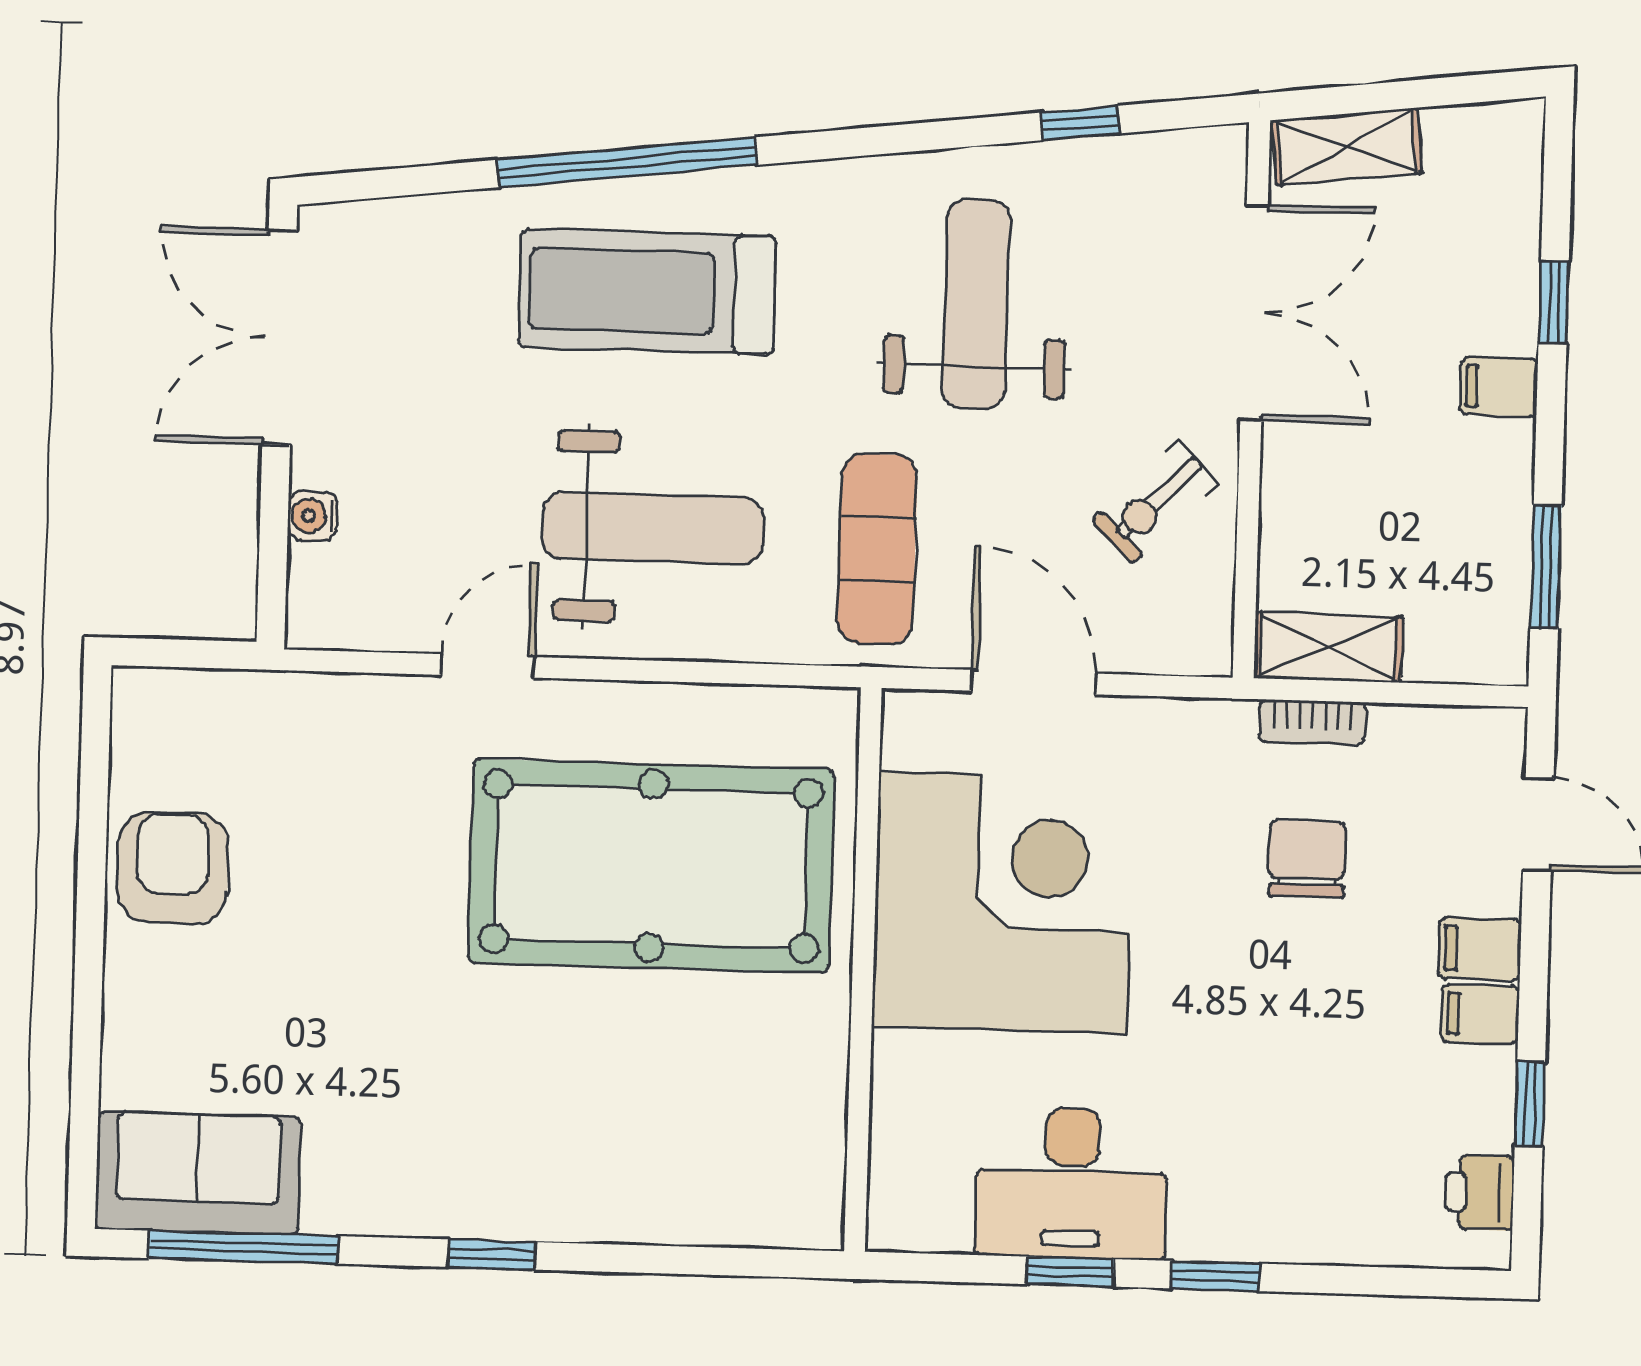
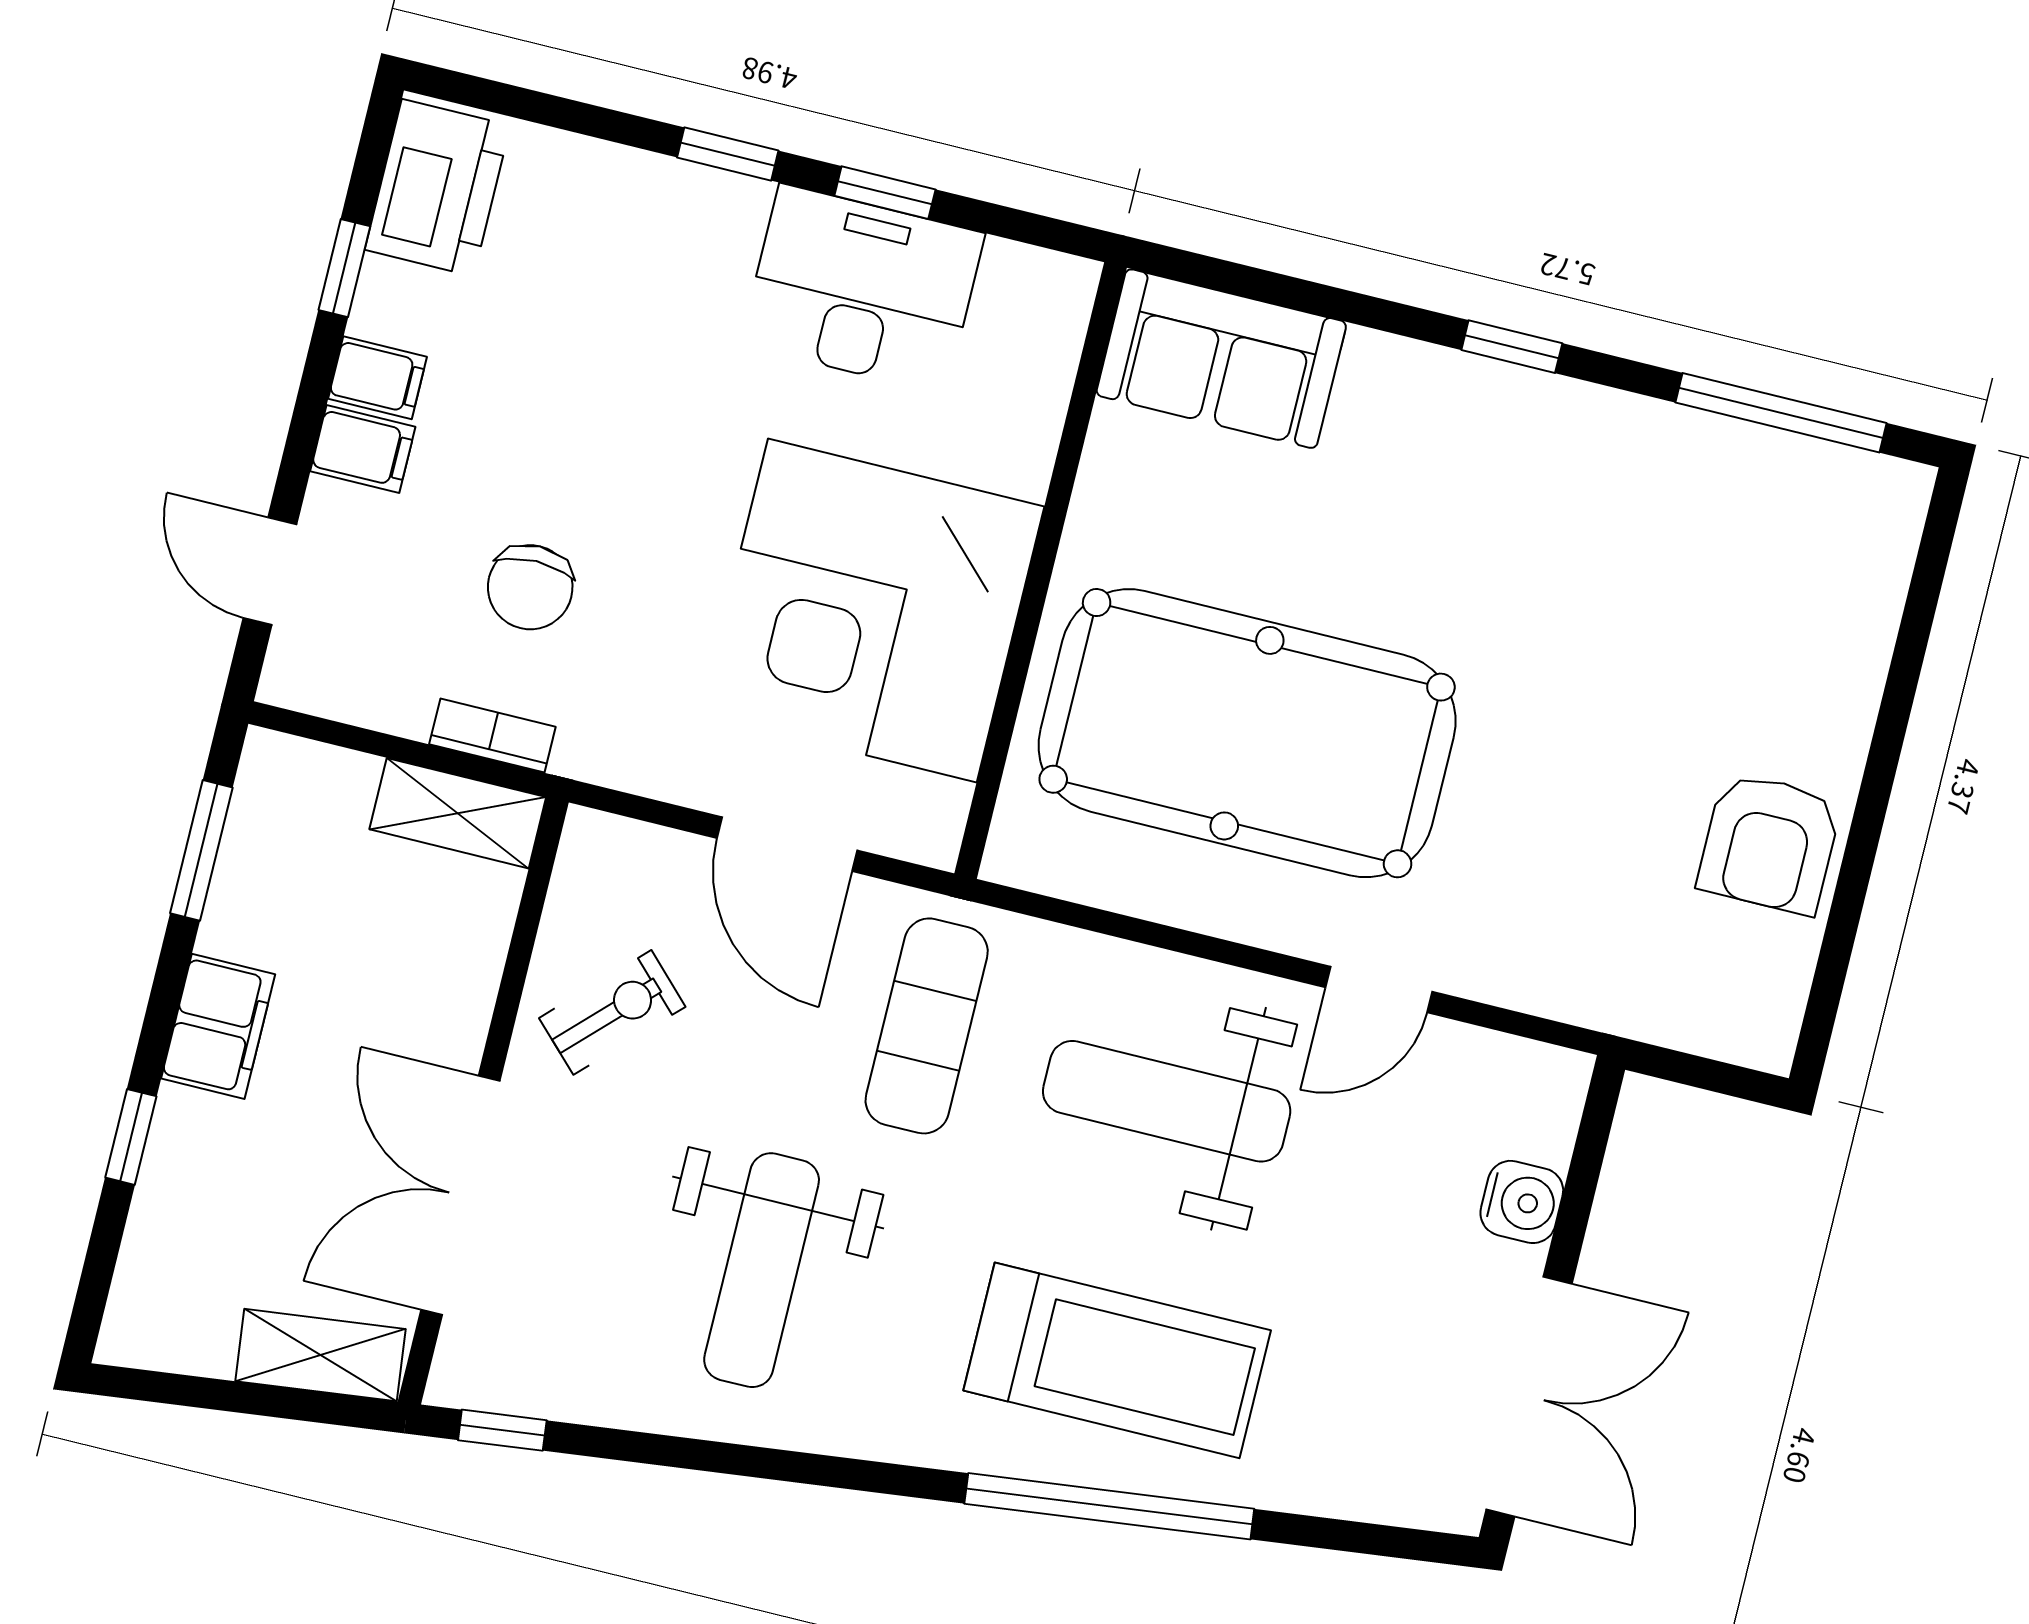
window: (1080, 123) -> (502, 1430), moved
filing cabinet: (1499, 387) -> (218, 1026), width x2.00
water cooler: (313, 516) -> (1522, 1202), width x1.38, depth x1.38
sofa: (198, 1173) -> (1221, 359), moved
printer: (1480, 1193) -> (438, 188), width x1.87, depth x1.48

